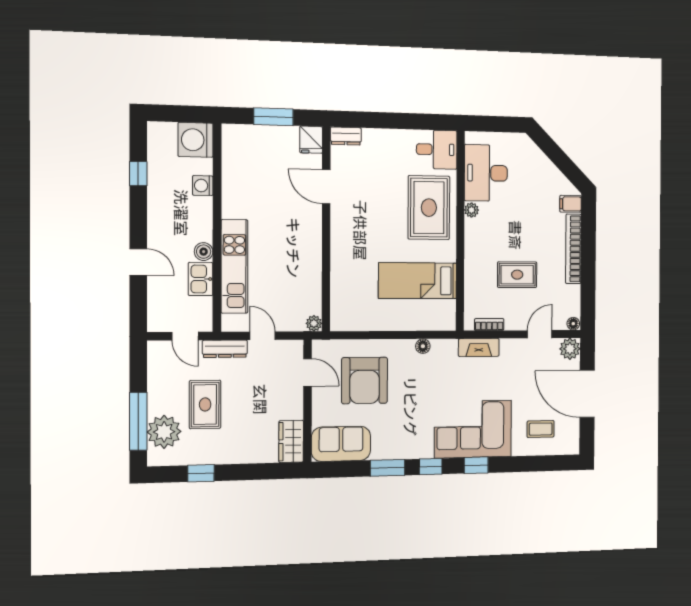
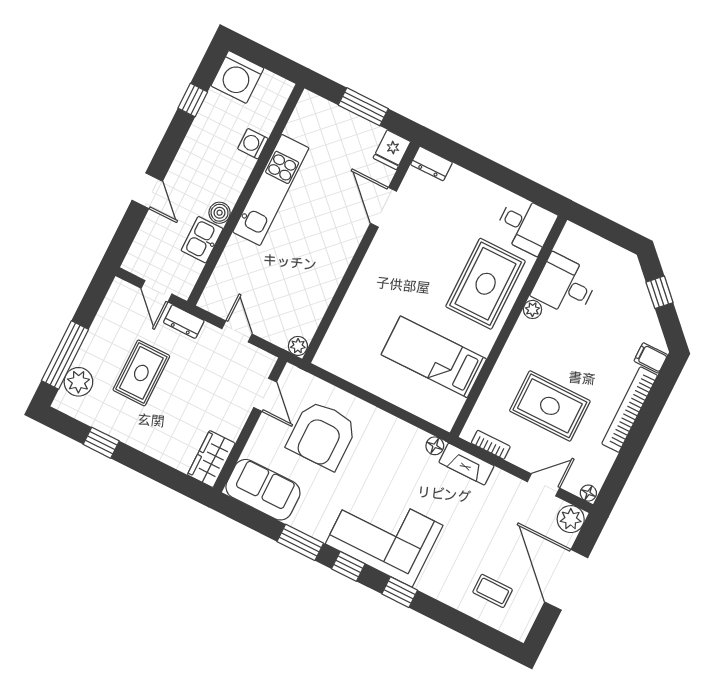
washing machine: (195, 140) -> (237, 77), moved, turned -90
window: (554, 153) -> (660, 292), added
desk: (486, 173) -> (565, 285), width x0.73
kitchen unit: (234, 266) -> (271, 190), moved
rug: (517, 275) -> (550, 406), width x1.36, depth x1.43
floor lamp: (423, 346) -> (435, 446), moved
dresser: (225, 349) -> (184, 322), width x0.70
corner sofa: (473, 429) -> (384, 535), moved
plant: (164, 432) -> (78, 382), width x0.73, depth x0.73

